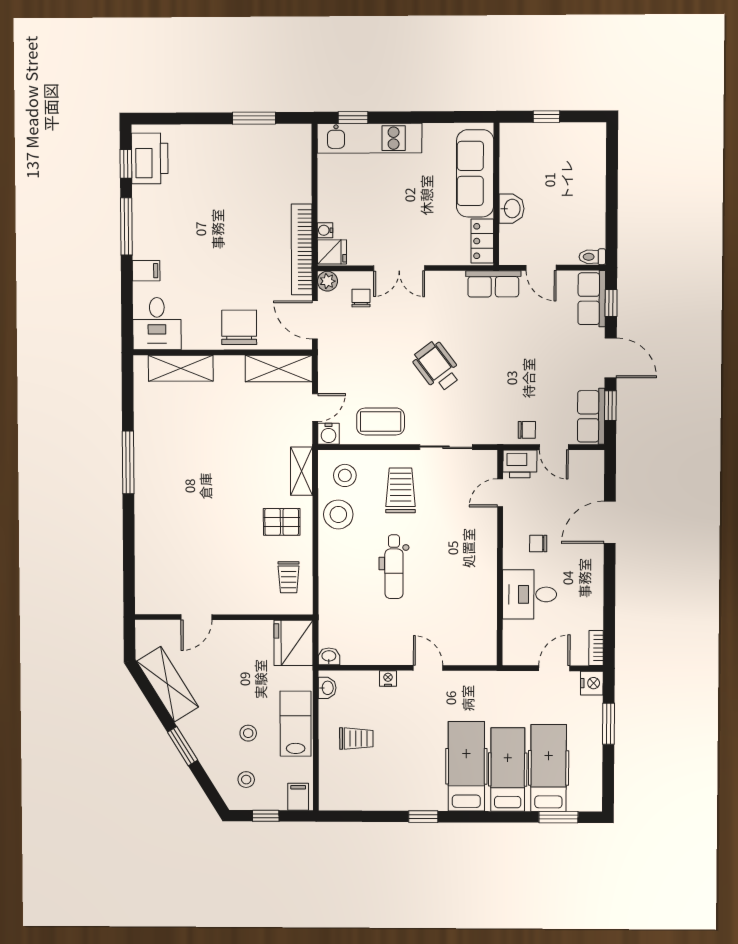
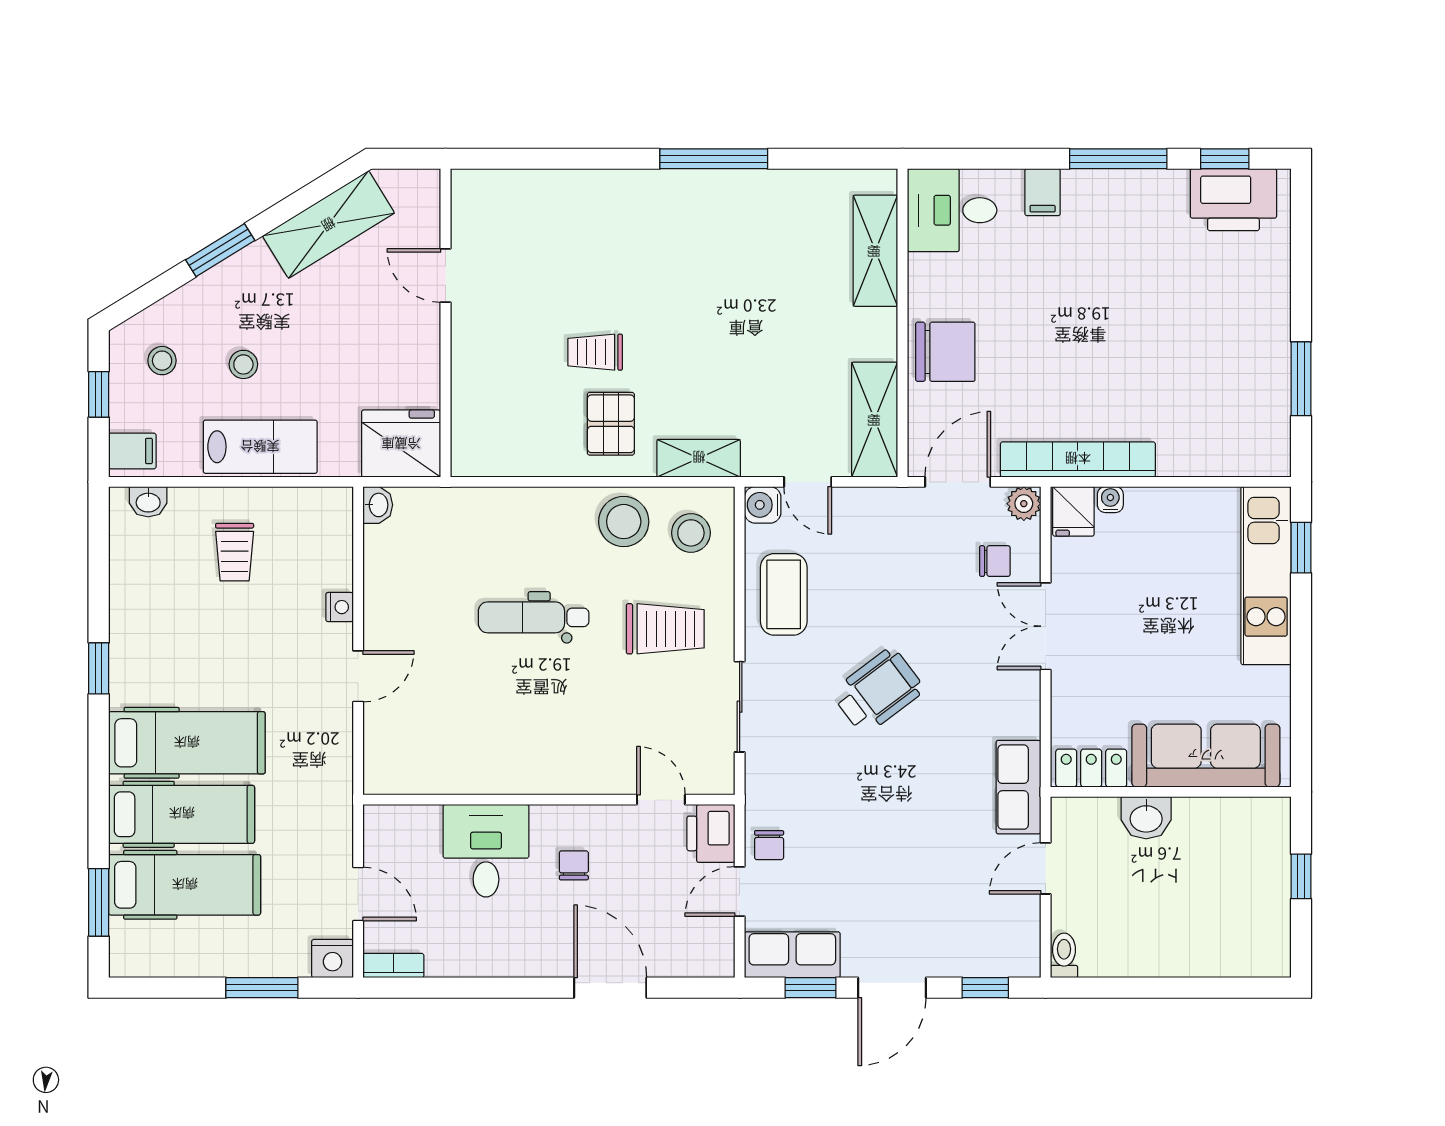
row of seats: (592, 299) -> (993, 955), removed
trolley: (289, 577) -> (595, 352), moved
washbasin: (327, 688) -> (148, 502), moved

